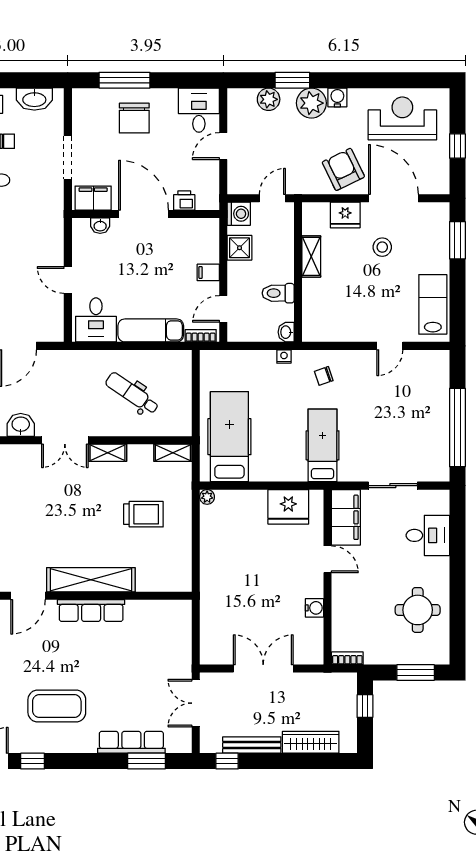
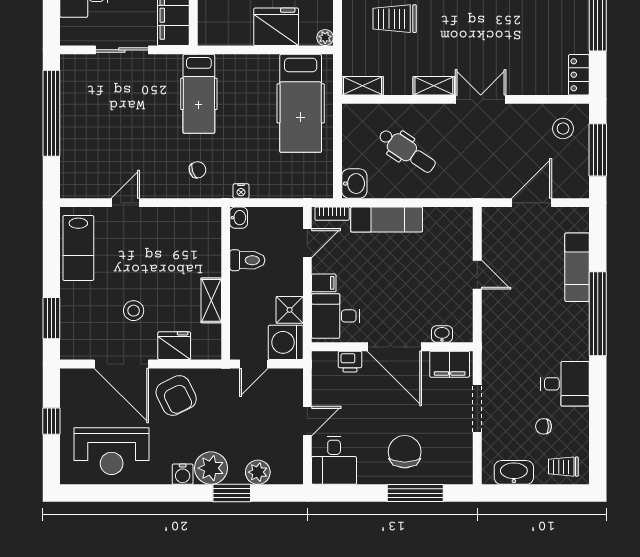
washing machine: (239, 214) -> (286, 342), width x1.37, depth x1.37
desk: (96, 320) -> (336, 316), moved, turned -90
washbasin: (21, 425) -> (354, 184), moved, turned -90
fridge: (288, 507) -> (276, 27), moved

